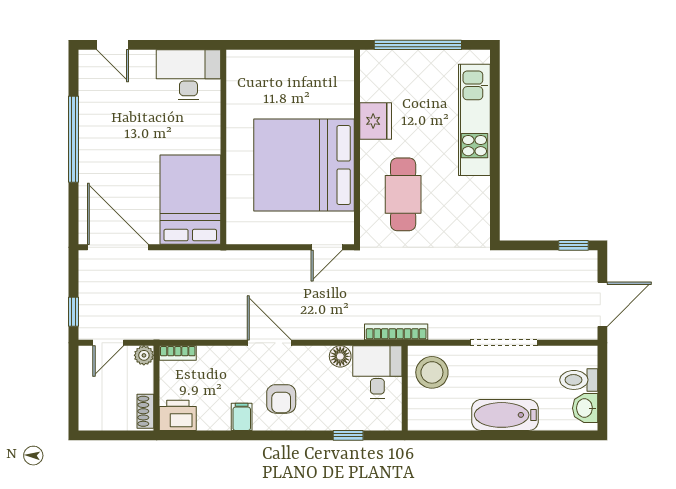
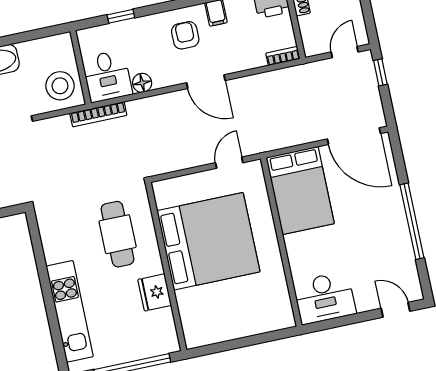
door: (327, 247) -> (229, 163), moved
plant: (144, 355) -> (312, 48), removed

